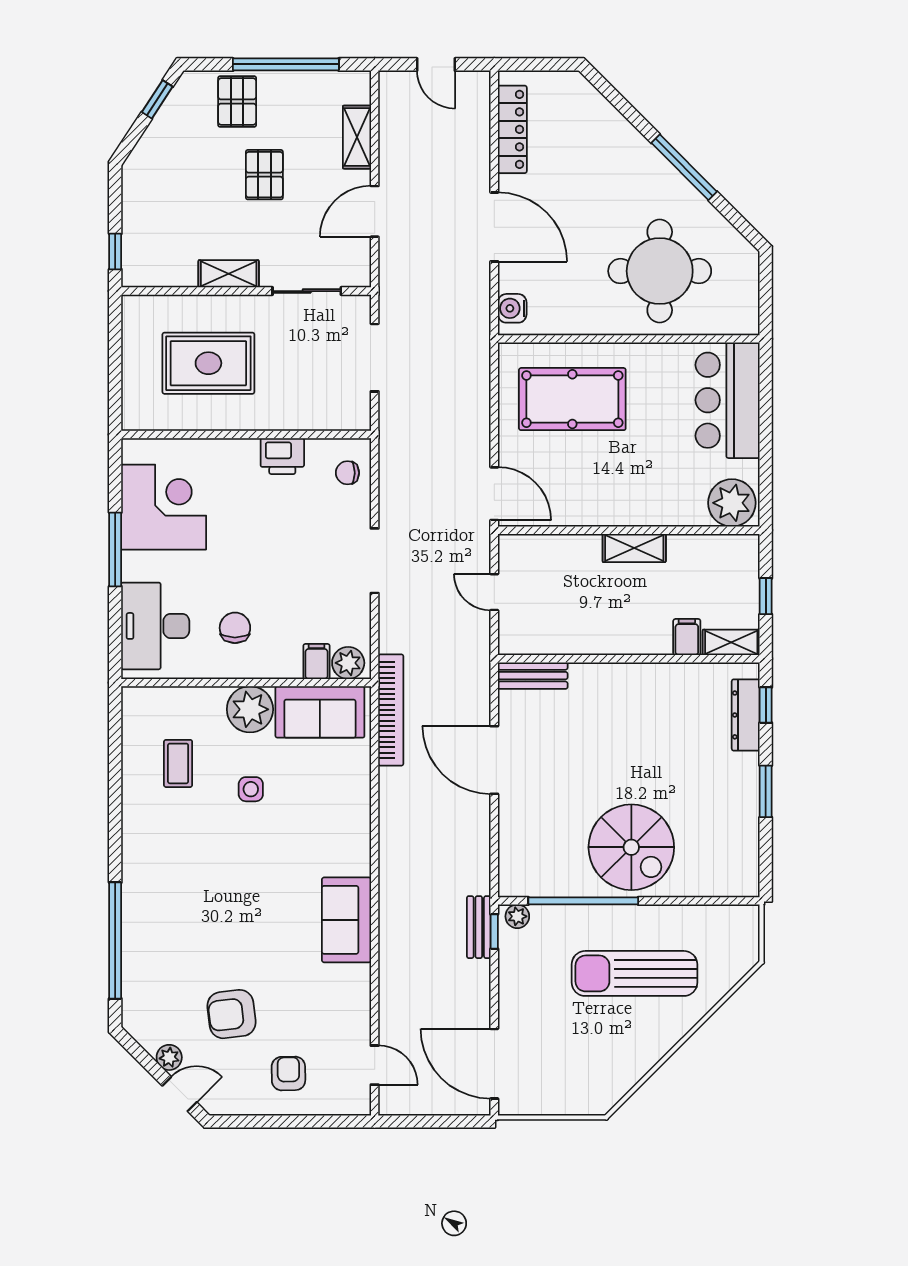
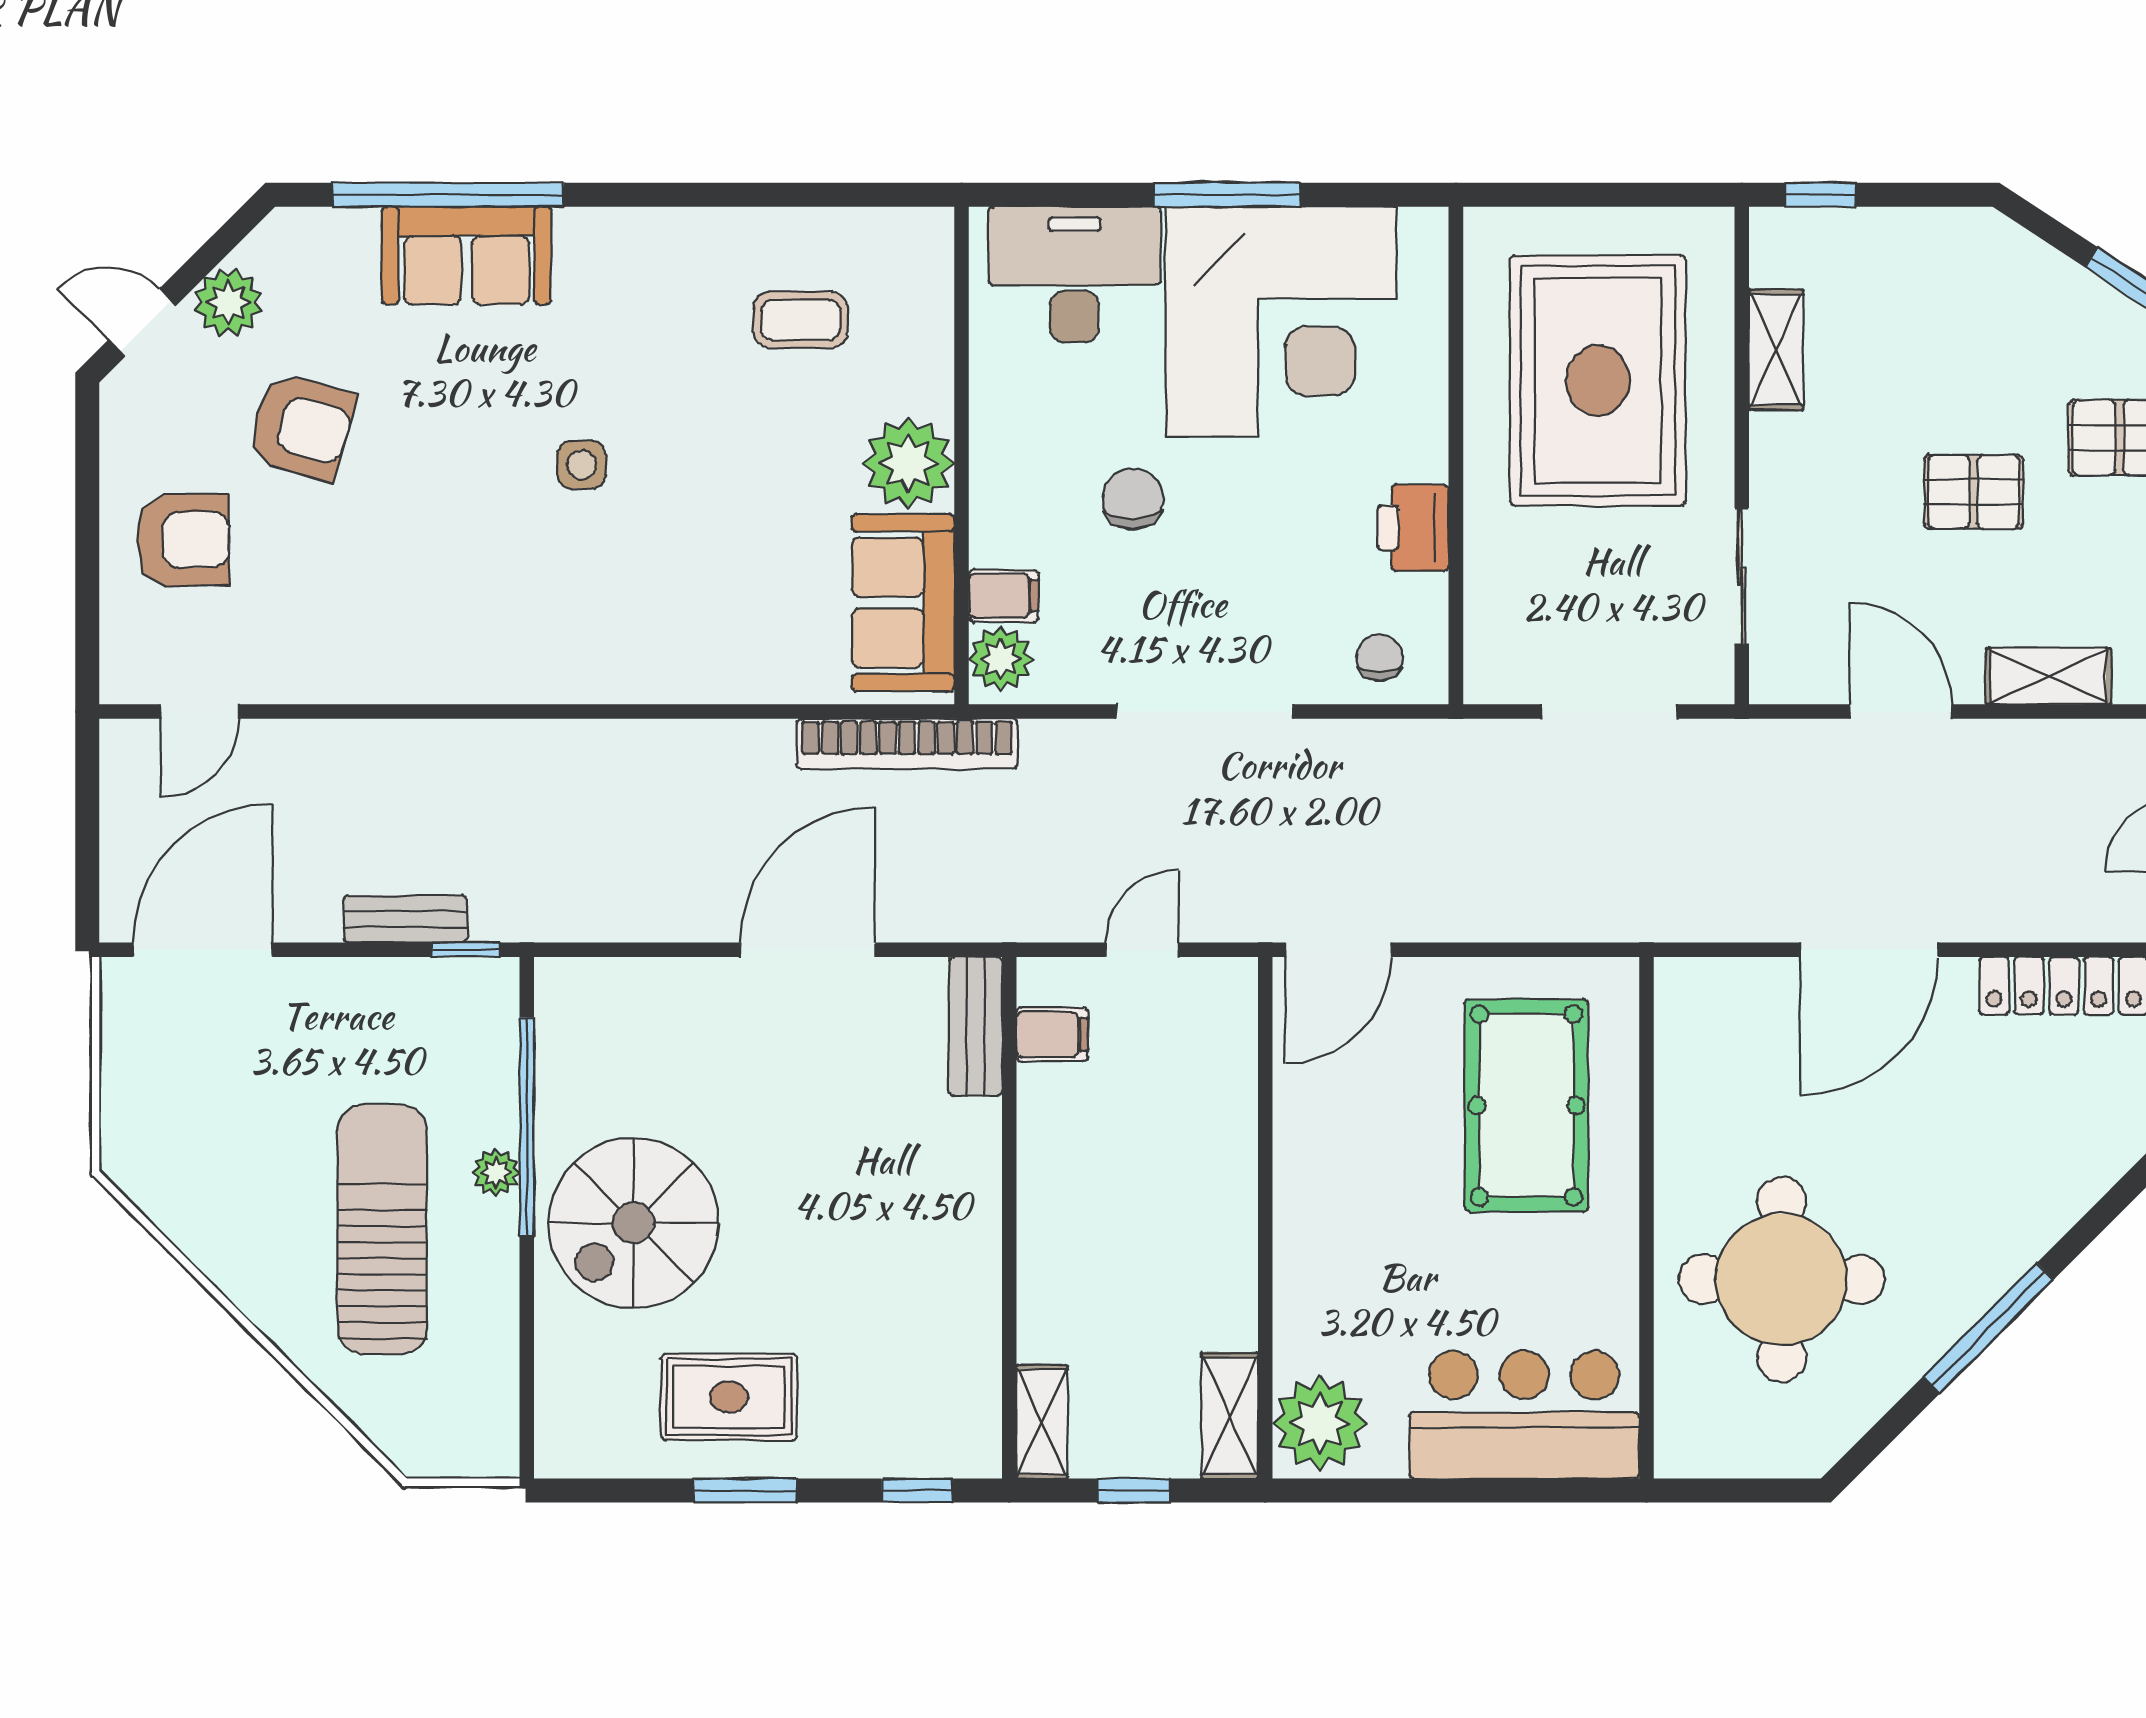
shelving: (229, 274) -> (1776, 350), moved
water cooler: (512, 308) -> (1707, 986), removed
rug: (208, 363) -> (1598, 380), width x1.37, depth x1.44
corner desk: (164, 507) -> (1281, 322), width x1.36, depth x1.36
shelving: (634, 548) -> (1230, 1416), moved
doorway: (375, 561) -> (1204, 712), width x1.36
chair: (235, 628) -> (1133, 499), moved, turned -90
filing cabinet: (687, 637) -> (1052, 1034), moved
dresser: (746, 715) -> (897, 1451), removed
side table: (251, 789) -> (582, 465), moved
rug: (719, 799) -> (729, 1397), added
plant: (517, 916) -> (496, 1173), moved
sofa: (347, 920) -> (467, 255), moved, turned 180
bench: (479, 927) -> (405, 919), moved
armchair: (231, 1014) -> (301, 426), turned 113
plant: (169, 1057) -> (228, 302), width x1.38, depth x1.38
armchair: (288, 1073) -> (183, 540), width x1.38, depth x1.38
door: (179, 1094) -> (142, 323), swing flipped

